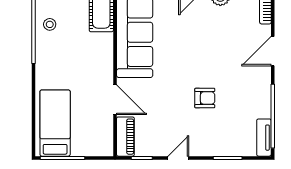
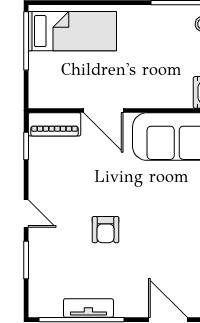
door: (115, 100) -> (103, 110), hinge flipped
tv unit: (264, 138) -> (88, 308), moved
door: (178, 158) -> (26, 214), moved

